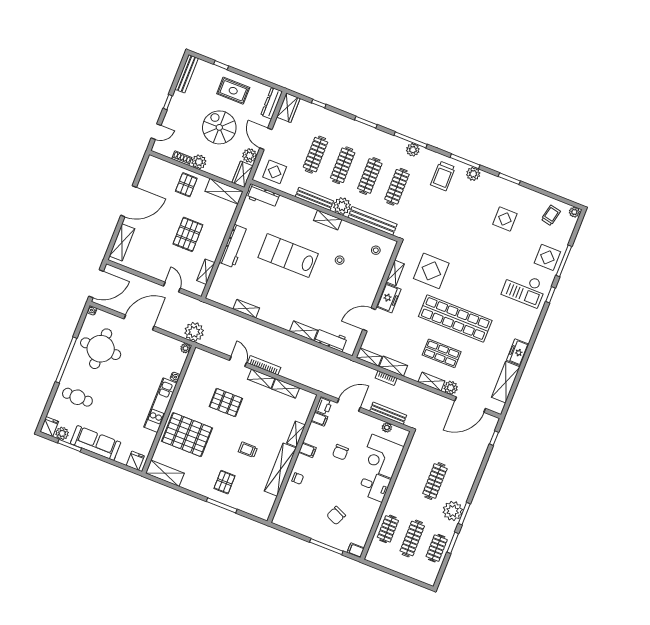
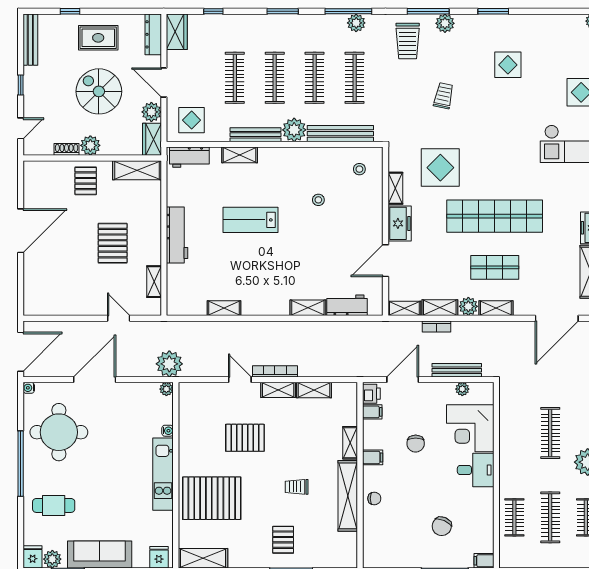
trolley: (551, 215) -> (444, 96), moved
shelving: (328, 220) -> (240, 155), moved
shelving: (122, 242) -> (33, 286), removed
lab bench: (288, 256) -> (251, 220), width x0.73, depth x0.72
plant: (451, 388) -> (468, 306), moved

